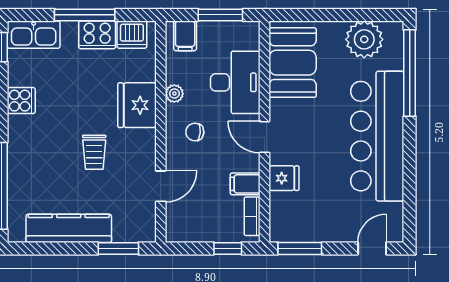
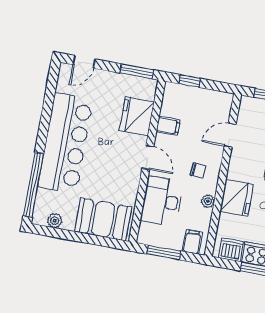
plant: (364, 39) -> (55, 221), width x0.53, depth x0.53
booth: (293, 63) -> (103, 219), moved, turned 90
fridge: (284, 178) -> (137, 116), width x1.88, depth x1.34
bookcase: (252, 216) -> (167, 101), removed

